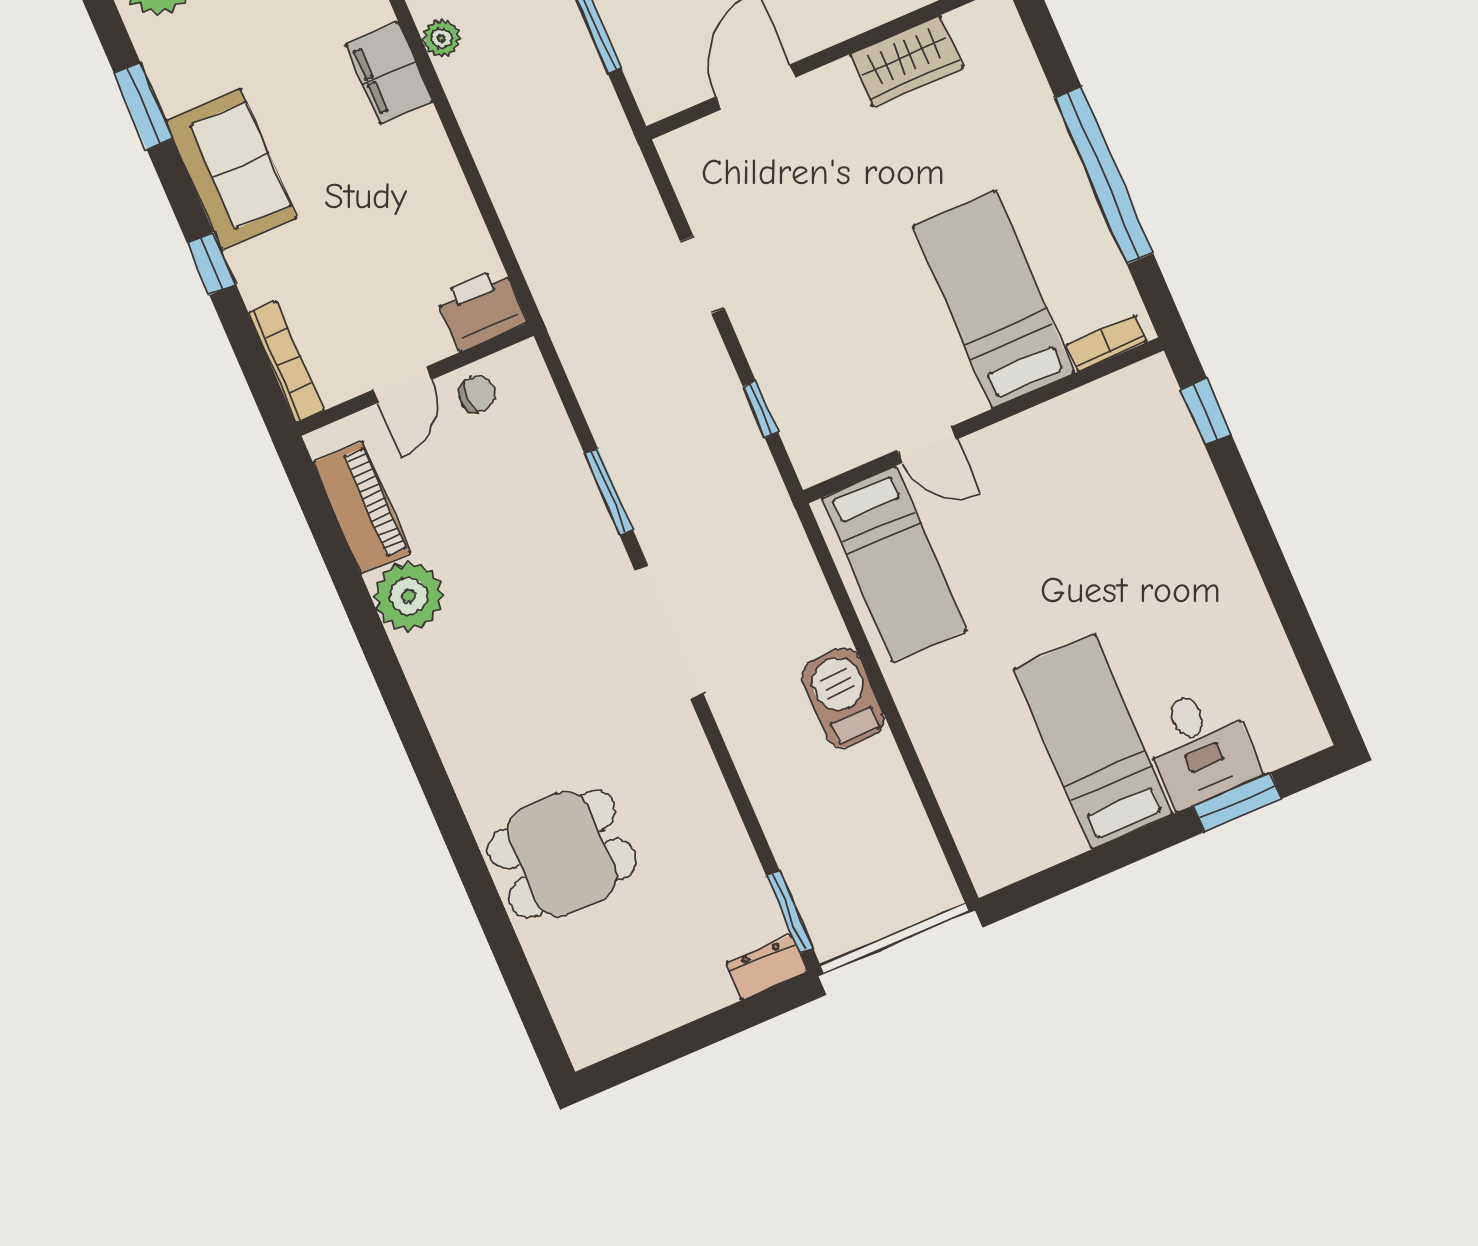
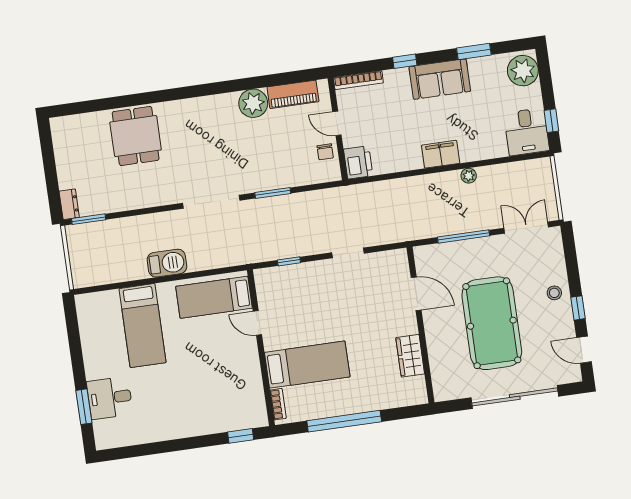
filing cabinet: (389, 73) -> (441, 154), moved
door: (927, 445) -> (257, 323), hinge flipped
bed: (1093, 742) -> (143, 326), moved, turned 90

